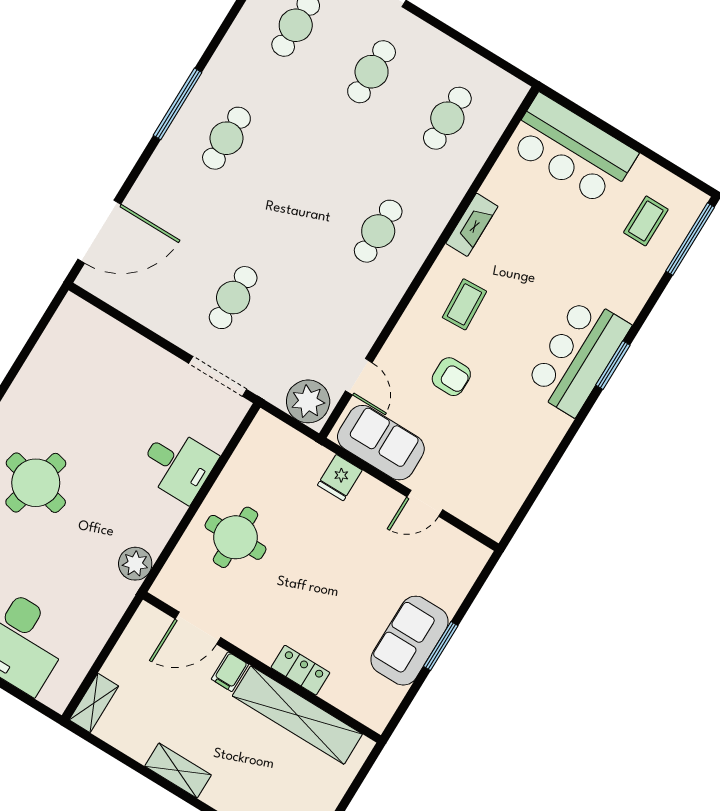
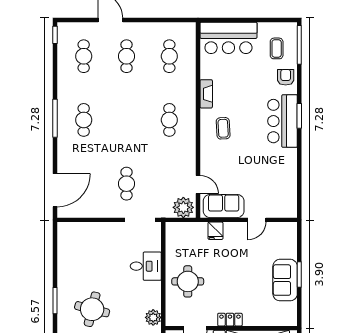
armchair: (451, 377) -> (286, 77), moved, turned -90
locker: (300, 670) -> (230, 320), moved

